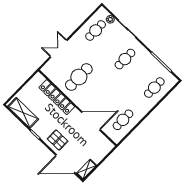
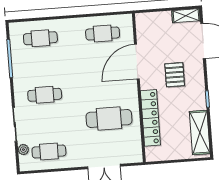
door: (91, 121) -> (137, 62), hinge flipped
pallet: (58, 140) -> (175, 75), moved

